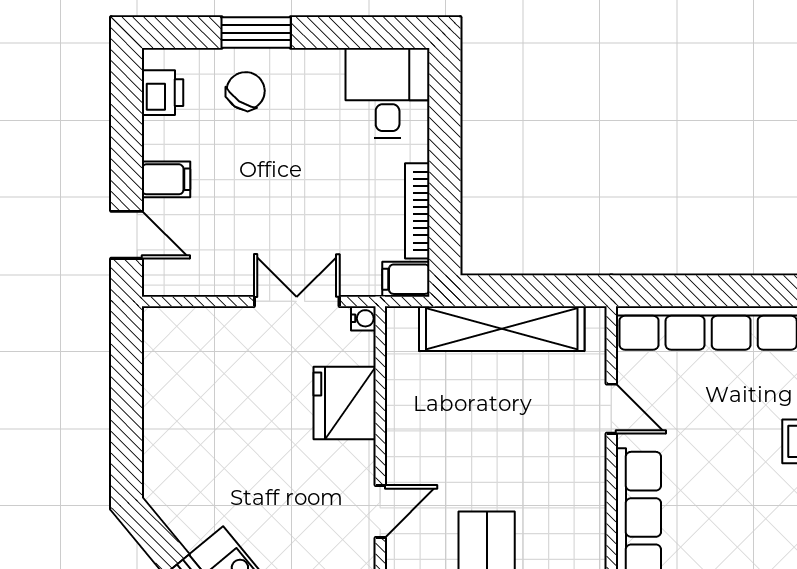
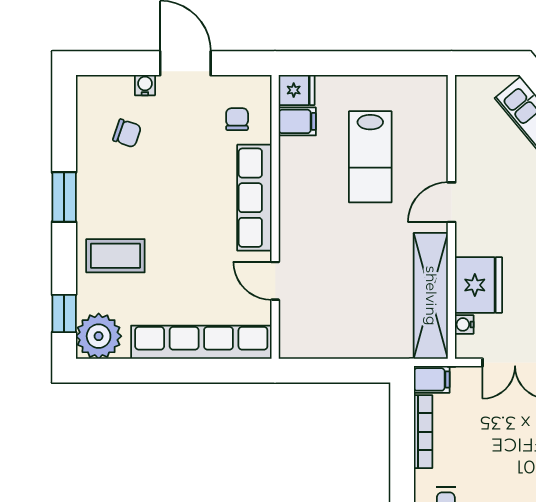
water cooler: (363, 318) -> (464, 324), moved
shelving: (502, 329) -> (431, 296), moved, turned 90

